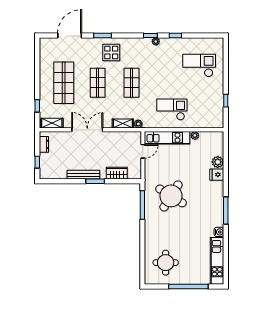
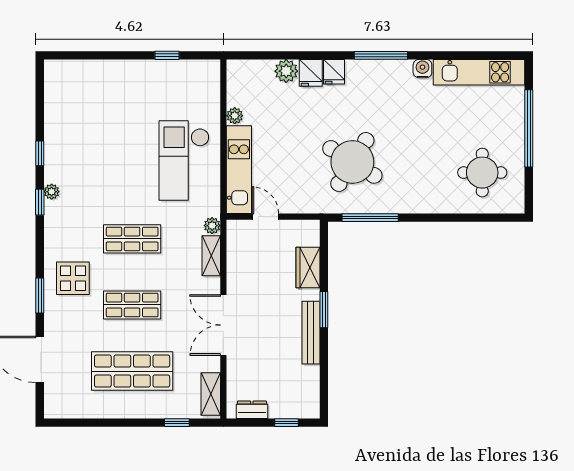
checkout: (199, 65) -> (98, 107), removed
checkout: (172, 110) -> (184, 160), width x1.36, depth x1.21
fridge: (217, 187) -> (334, 72), added

